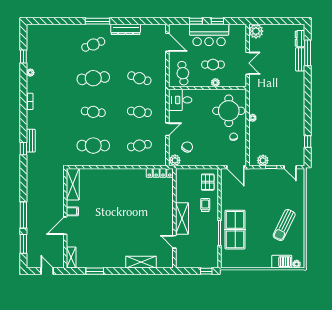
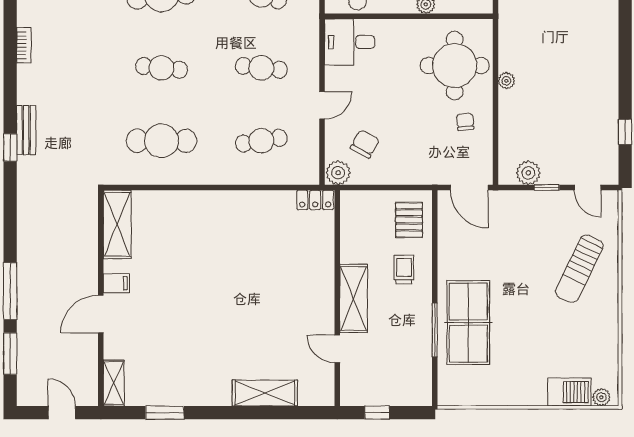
locker: (160, 173) -> (315, 200), width x0.66
sun lounger: (284, 225) -> (579, 269), moved
window: (206, 271) -> (377, 413), moved

